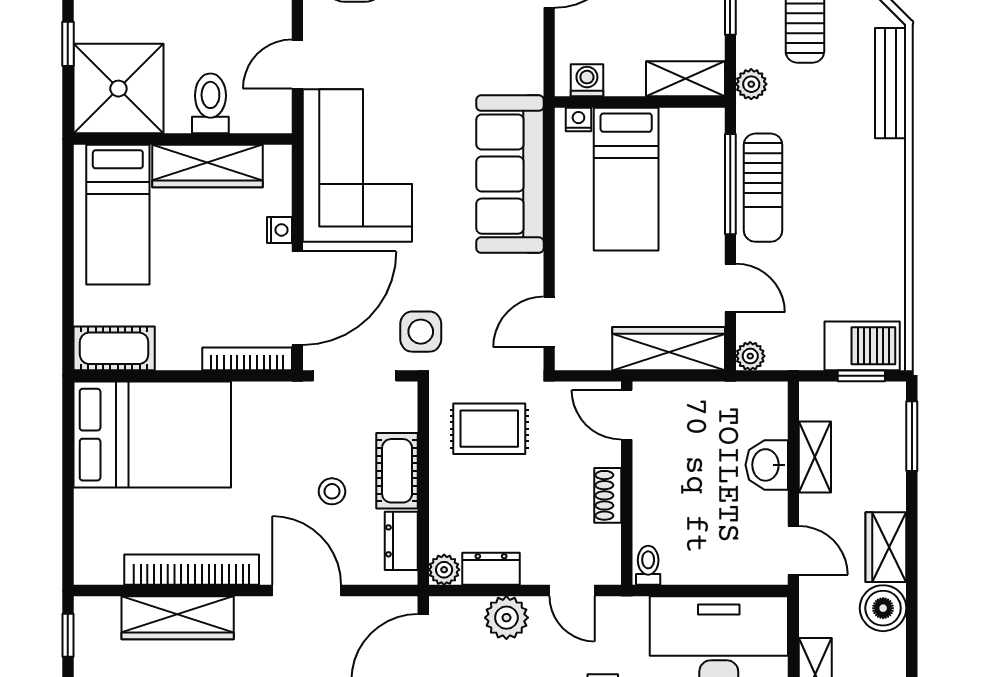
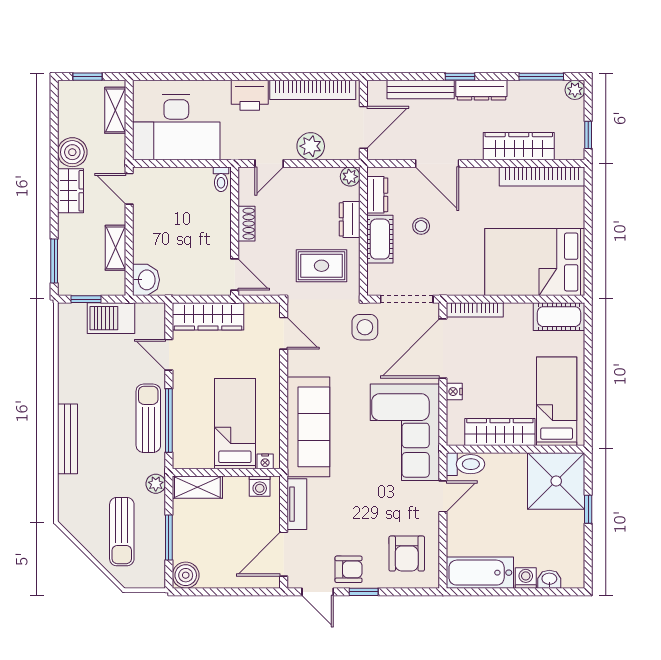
tv unit: (528, 52) -> (297, 504), added
bench: (891, 83) -> (67, 439), moved
toilet: (210, 103) -> (466, 464), moved, turned -90
door: (549, 322) -> (284, 333), hinge flipped
barbecue: (862, 346) -> (111, 318), moved
plant: (750, 356) -> (156, 312), removed
washbasin: (767, 465) -> (146, 280), moved
dresser: (491, 569) -> (350, 219), moved, turned 90
bookcase: (192, 570) -> (542, 177), moved
door: (572, 591) -> (269, 163), swing flipped

